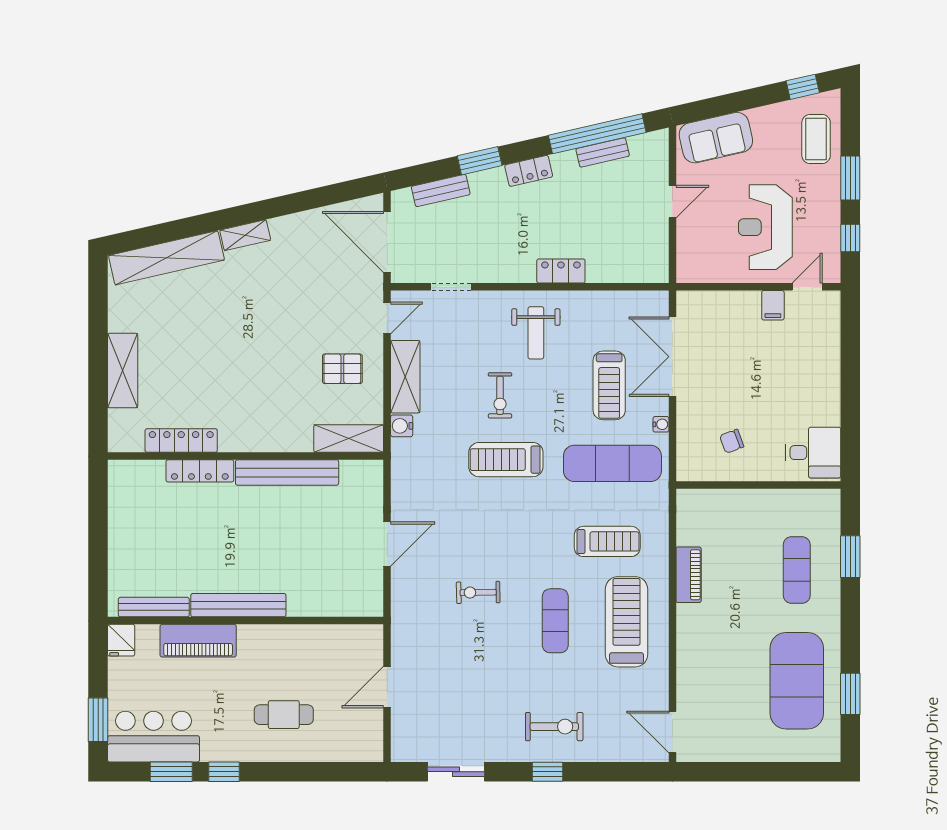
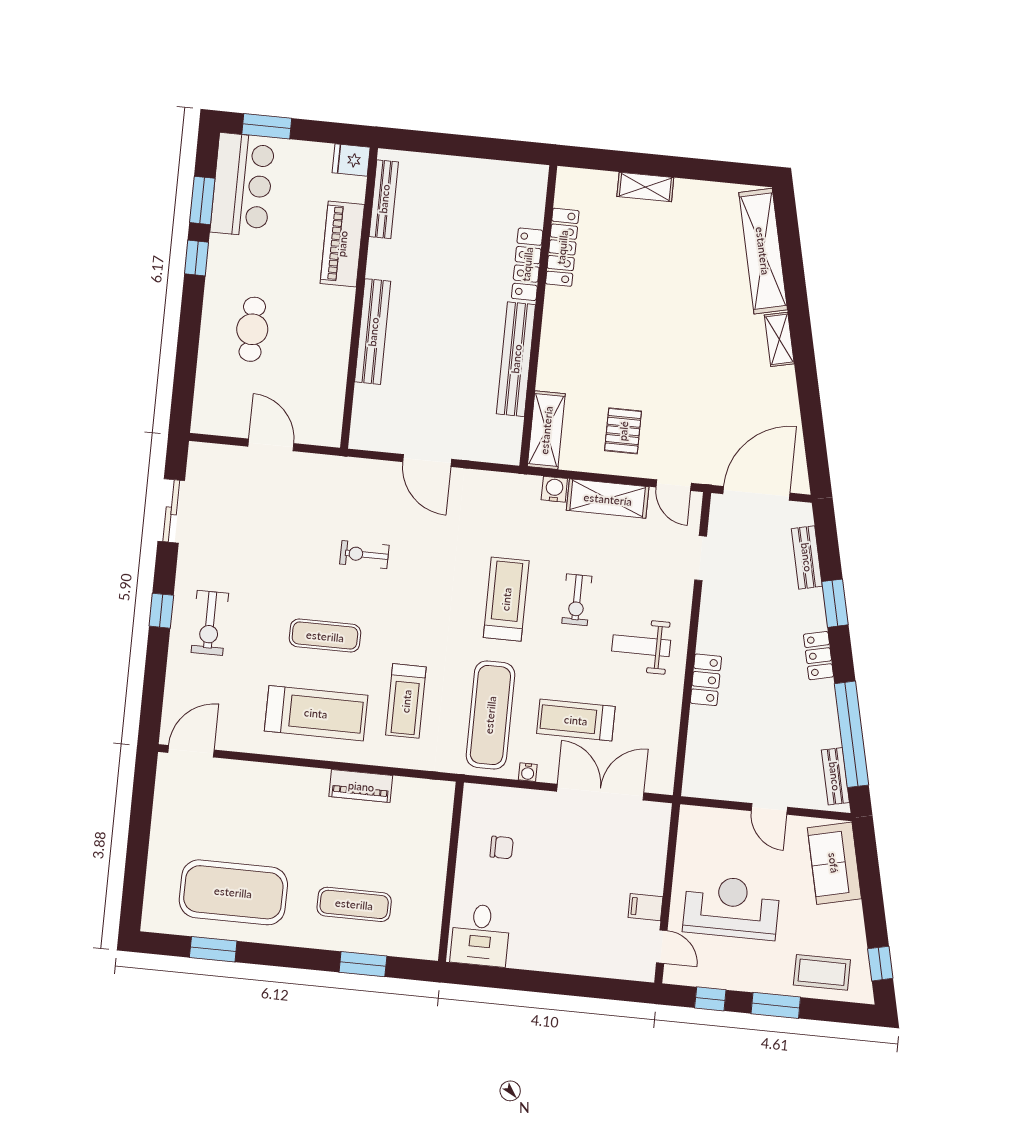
bench: (603, 152) -> (835, 776), moved
shelving: (123, 371) -> (645, 187), width x0.67, depth x0.75
exercise bike: (500, 395) -> (577, 600), turned -90
chair: (732, 441) -> (502, 847), turned 110
exercise bike: (478, 592) -> (364, 555), turned -89
bench: (238, 605) -> (373, 332), moved

